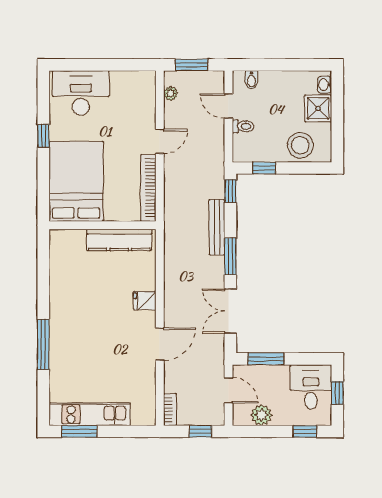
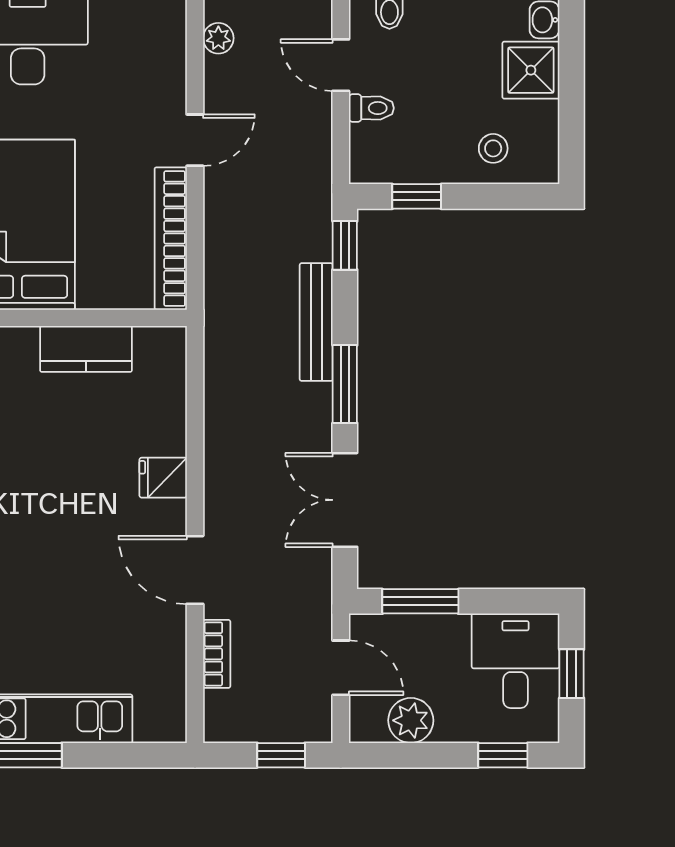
stool: (300, 145) -> (493, 148), width x0.53, depth x0.53
kitchen counter: (119, 240) -> (86, 349), width x0.67
door: (160, 344) -> (195, 570), swing flipped
bookcase: (170, 410) -> (217, 654), moved

